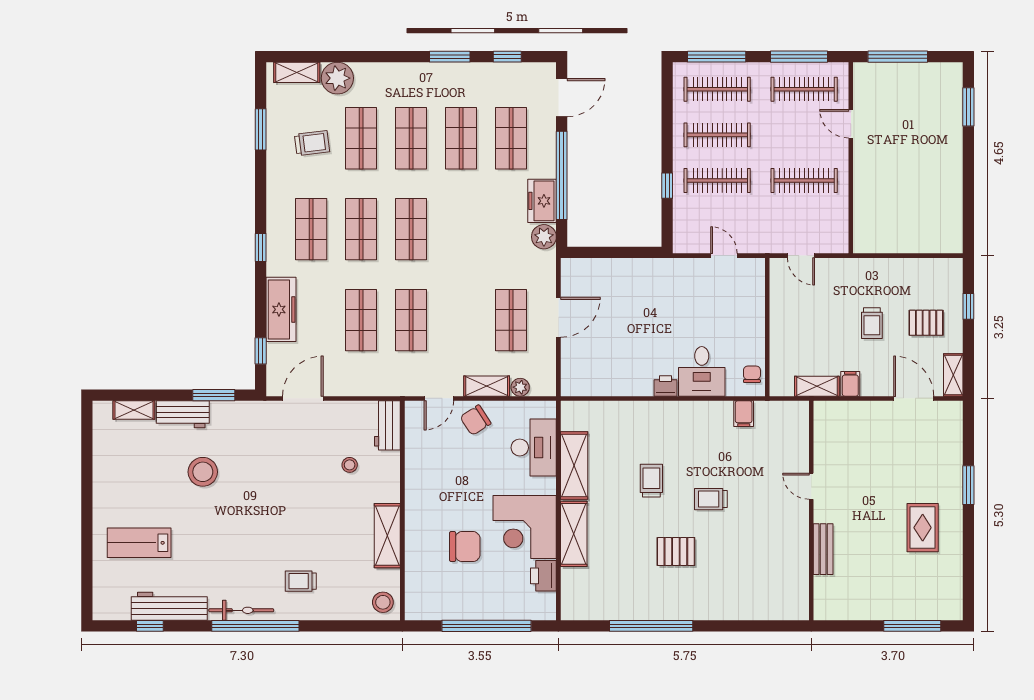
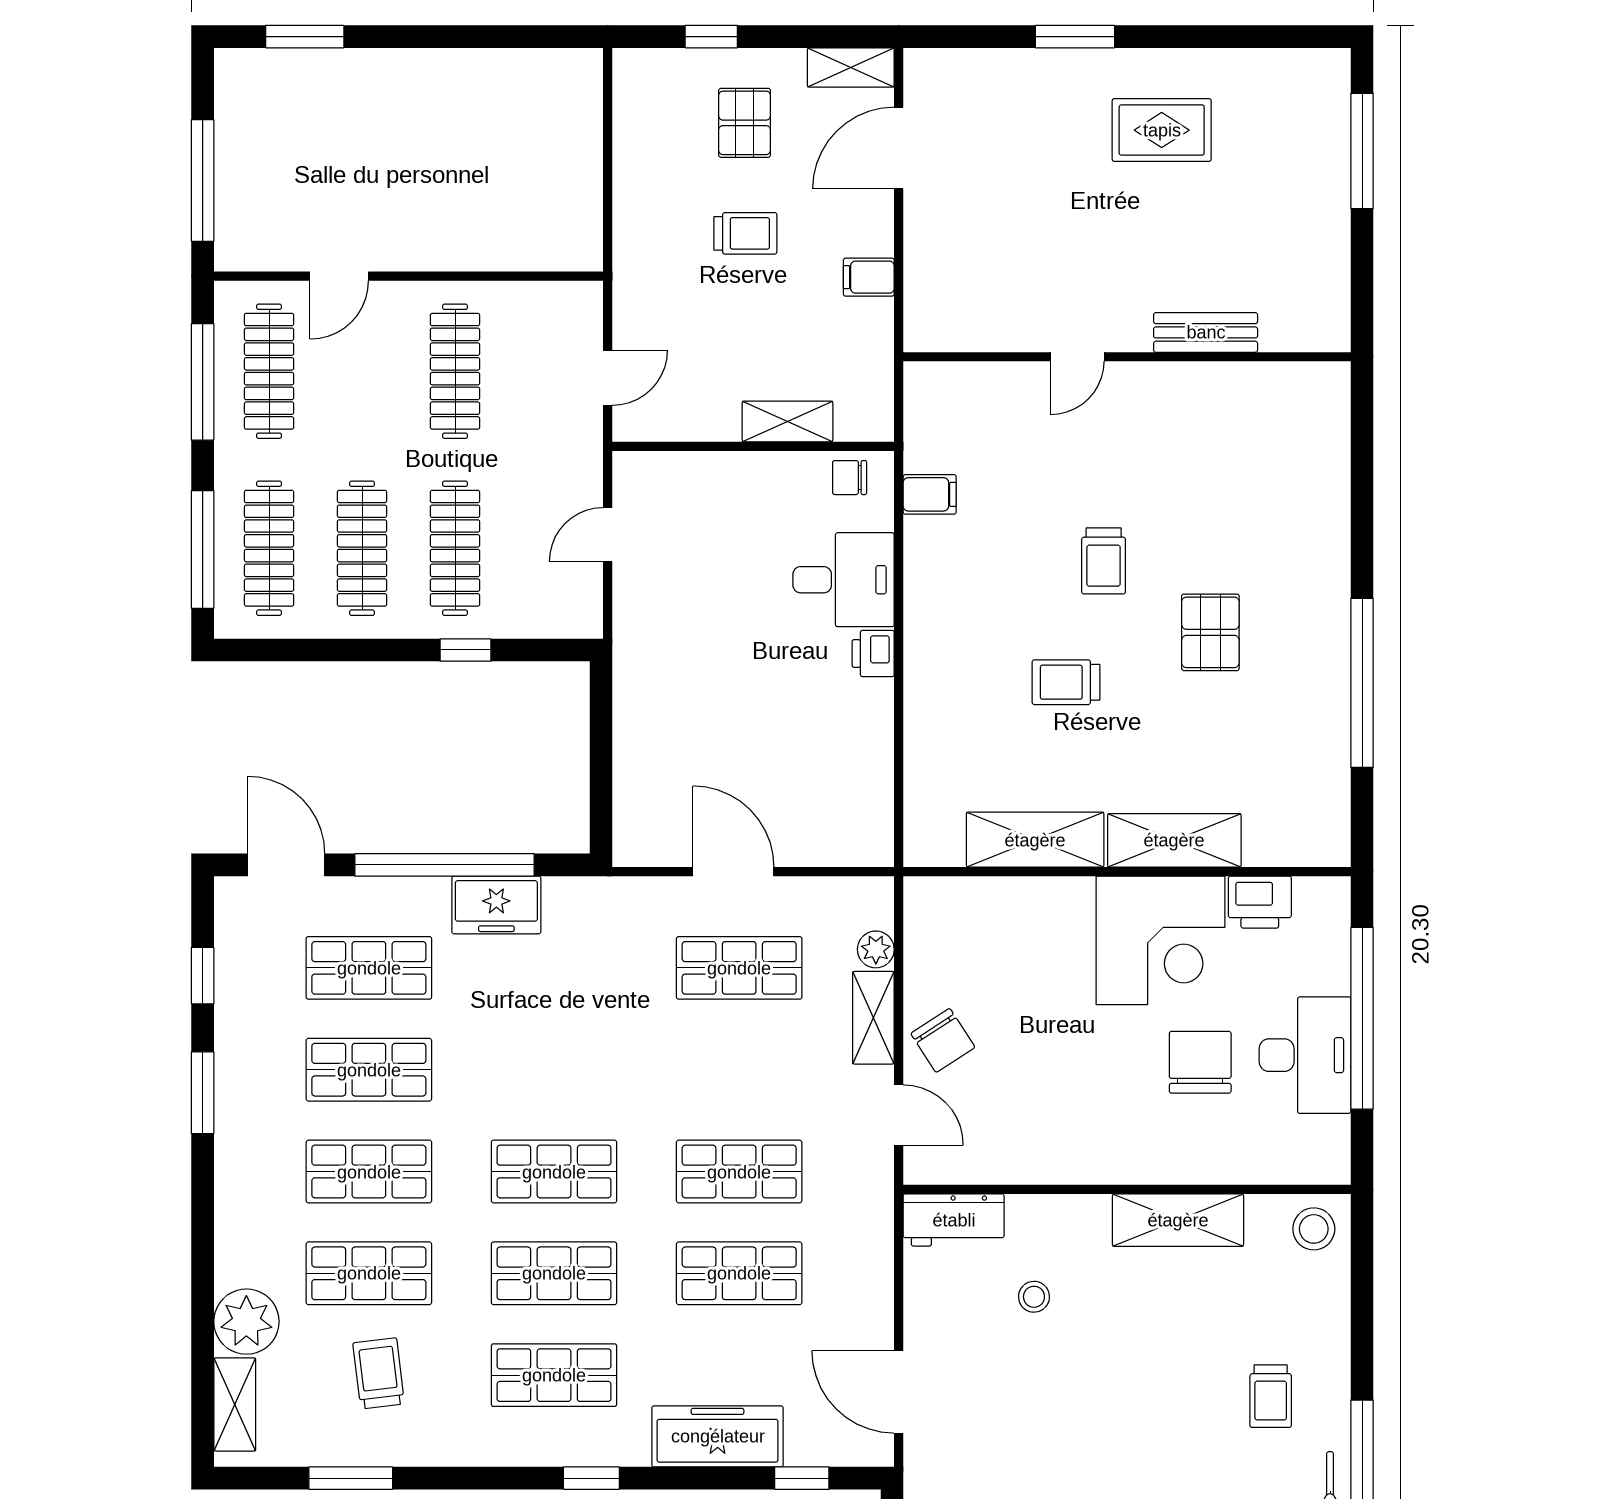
plant: (544, 237) -> (569, 901), removed
shelving: (817, 386) -> (788, 421), moved, turned 90
desk: (534, 448) -> (1305, 1055), moved, turned 90

